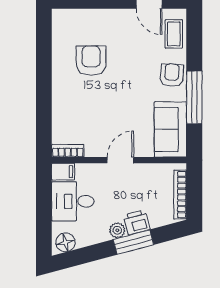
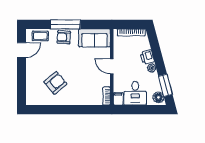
armchair: (91, 61) -> (55, 83), turned 140
window: (194, 97) -> (65, 24), moved
window: (133, 242) -> (165, 85), moved

